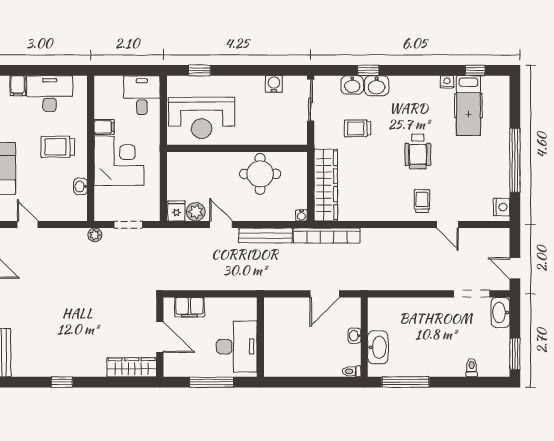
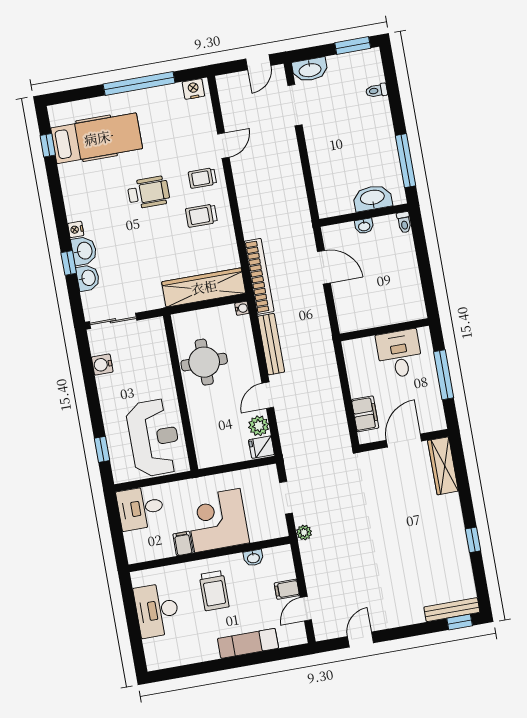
nightstand: (447, 82) -> (76, 229), moved
filing cabinet: (18, 86) -> (287, 589), moved, turned 180
hospital bed: (468, 106) -> (97, 138), width x1.37, depth x1.29
trolley: (358, 128) -> (201, 216), moved, turned 90
desk: (237, 347) -> (399, 354), width x0.73

